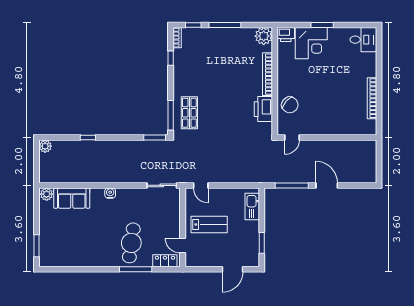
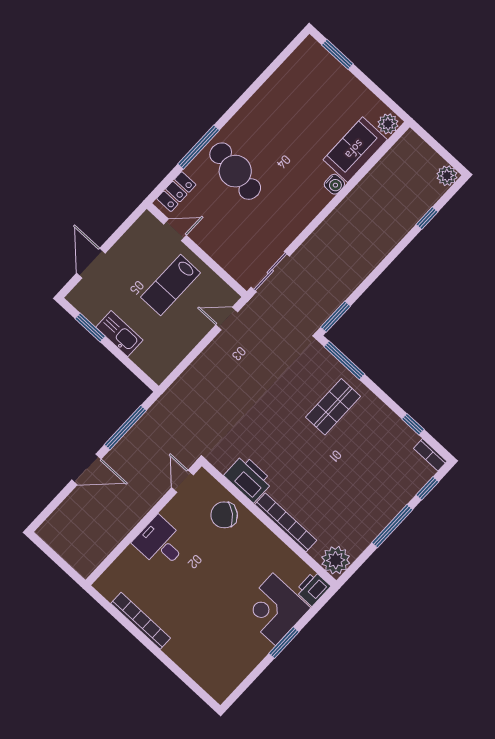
desk: (363, 40) -> (160, 543), moved, turned 90
shop shelf: (189, 113) -> (333, 407), moved, turned 90
window: (88, 137) -> (427, 218), moved
water cooler: (110, 193) -> (334, 184), moved
kitchen sink: (252, 206) -> (119, 334), moved

